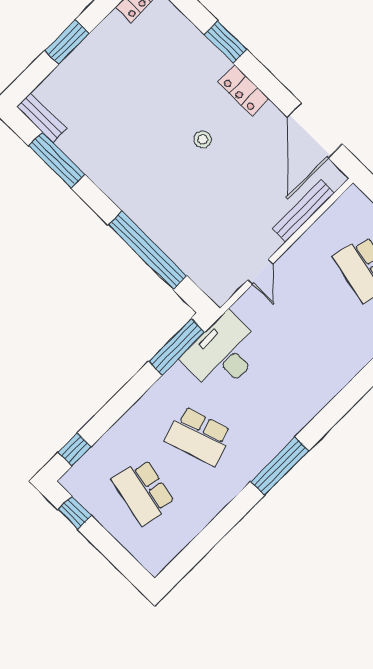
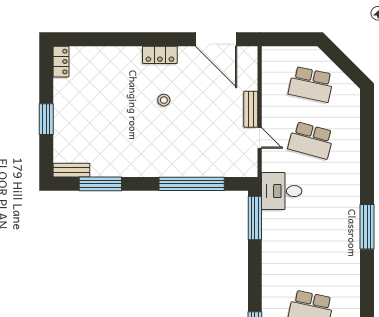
window: (225, 42) -> (126, 39), removed
bench: (304, 211) -> (251, 109), moved, width x0.73
desk: (223, 353) -> (282, 191), width x0.73
school desk: (199, 436) -> (311, 140), moved, turned 33

